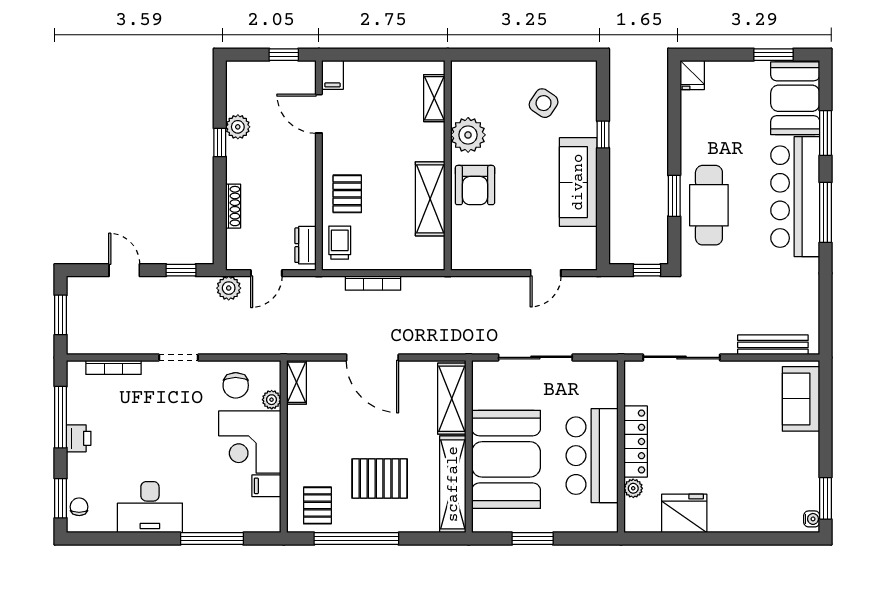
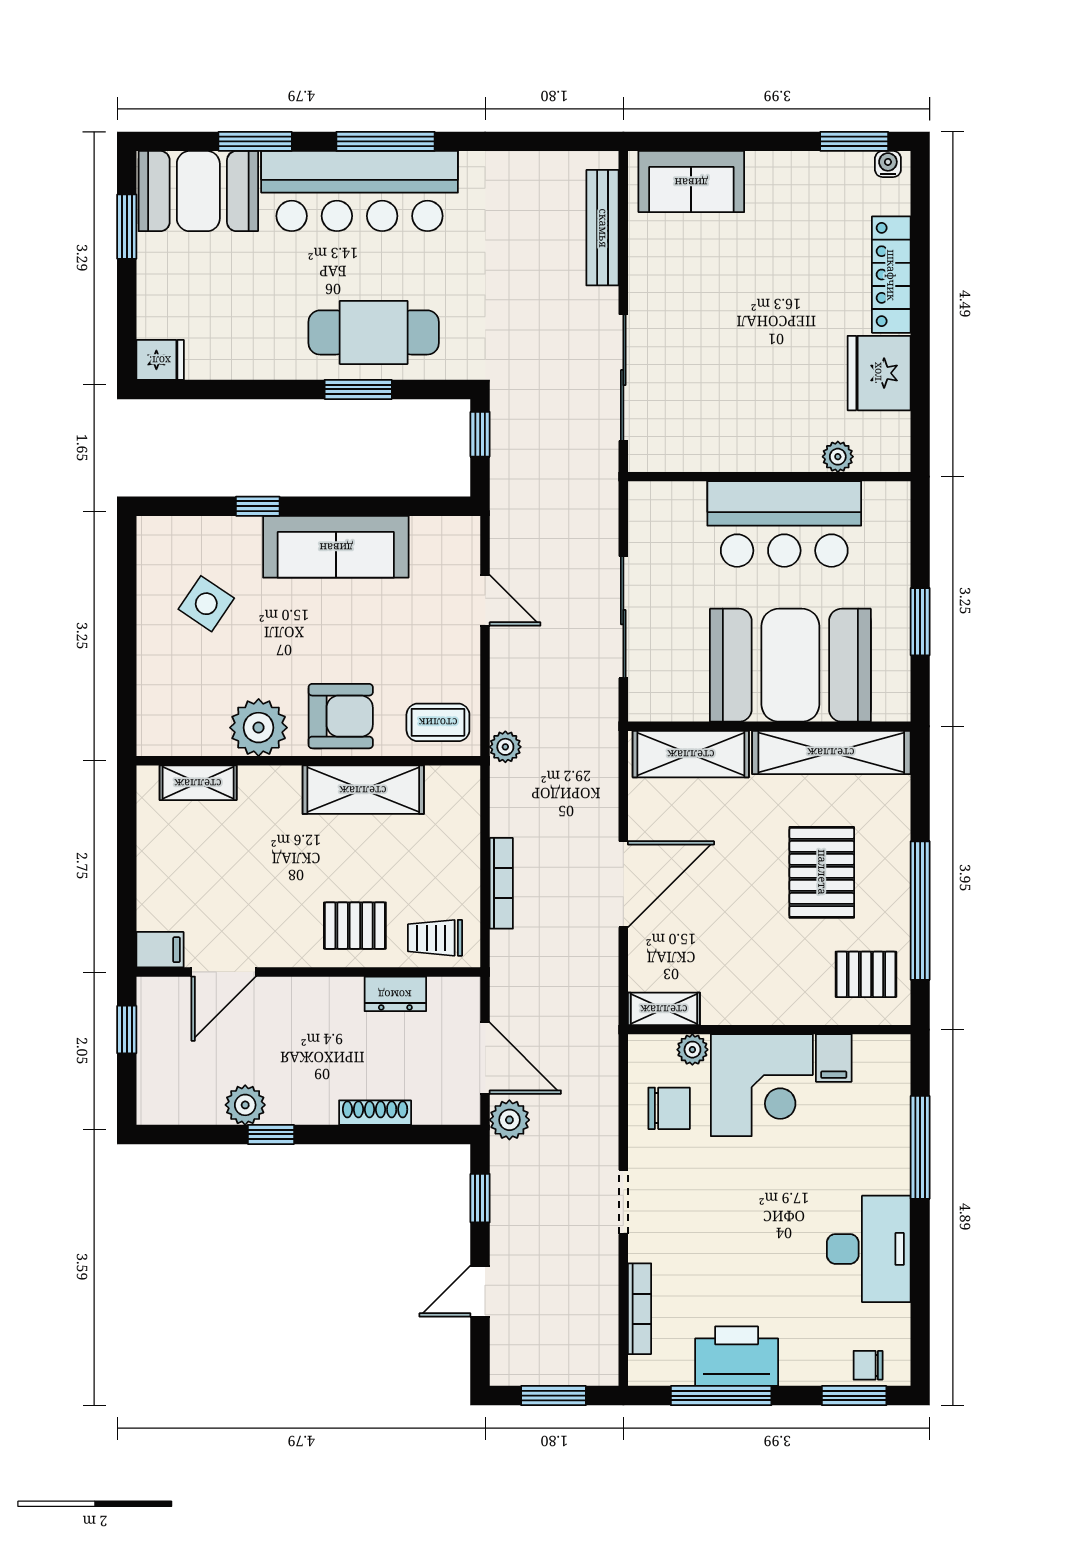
coffee table: (471, 244) -> (438, 722), added
dresser: (306, 245) -> (395, 994), moved
door: (266, 273) -> (485, 1058), width x1.38
plant: (456, 286) -> (505, 747), added
printer: (79, 438) -> (737, 1356), width x1.87, depth x1.48
locker: (636, 442) -> (891, 275), moved, turned -90

